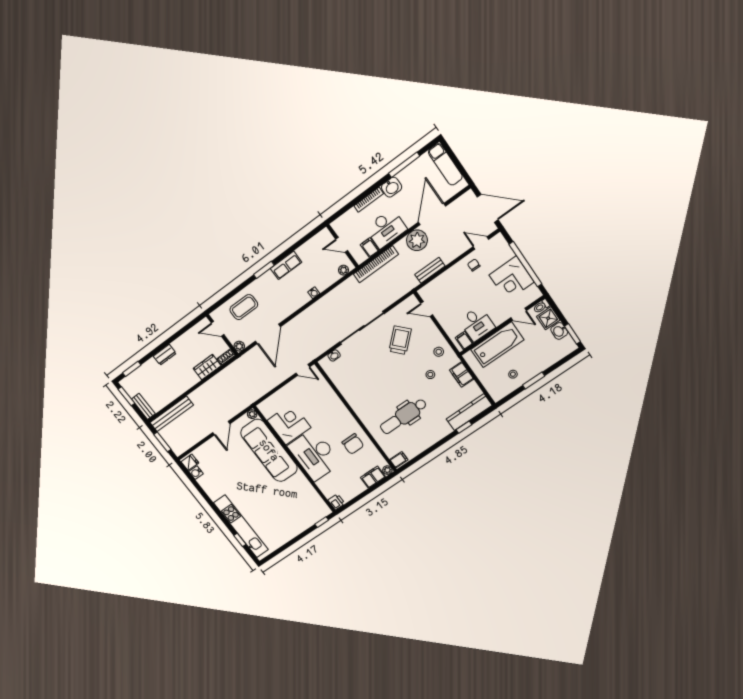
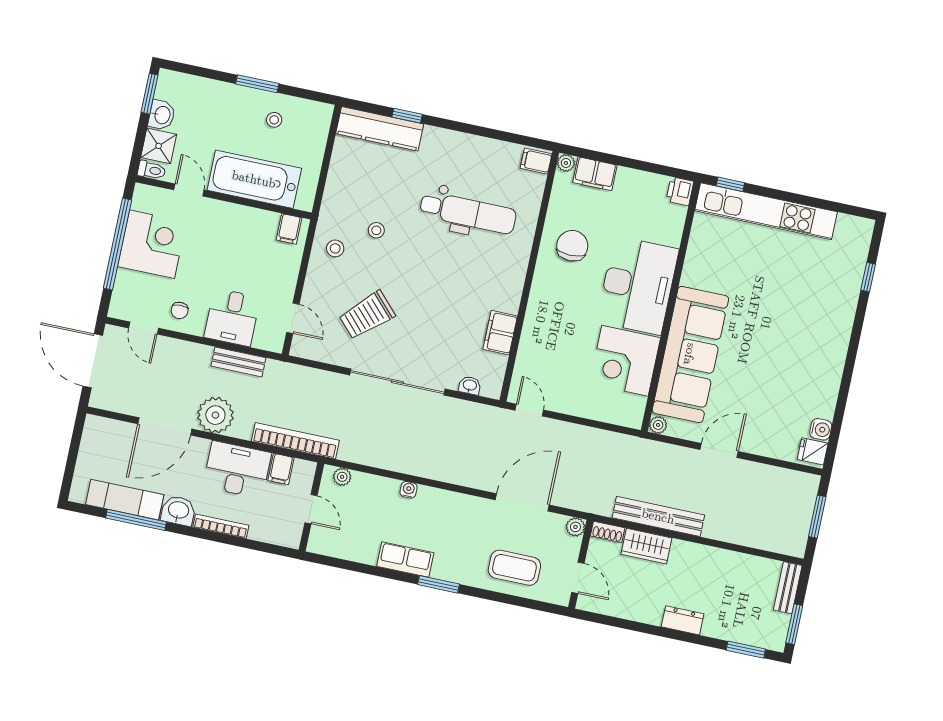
exam couch: (445, 164) -> (125, 500), moved, turned -90
desk: (477, 324) -> (232, 317), moved, turned 180
filing cabinet: (462, 375) -> (500, 333), moved, turned 180
bench: (172, 414) -> (658, 516), moved
kitchen unit: (241, 526) -> (766, 211), moved, turned -90

